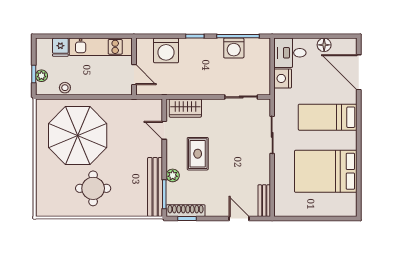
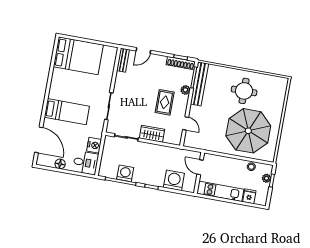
wardrobe: (185, 108) -> (152, 134), moved
bed: (326, 171) -> (78, 56), moved
door: (239, 218) -> (143, 51), hinge flipped

